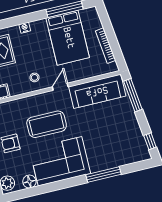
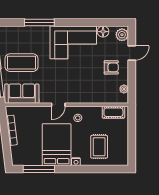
bed: (68, 38) -> (57, 145), moved
sofa: (97, 91) -> (22, 94), width x0.73
coffee table: (47, 124) -> (21, 63), moved

